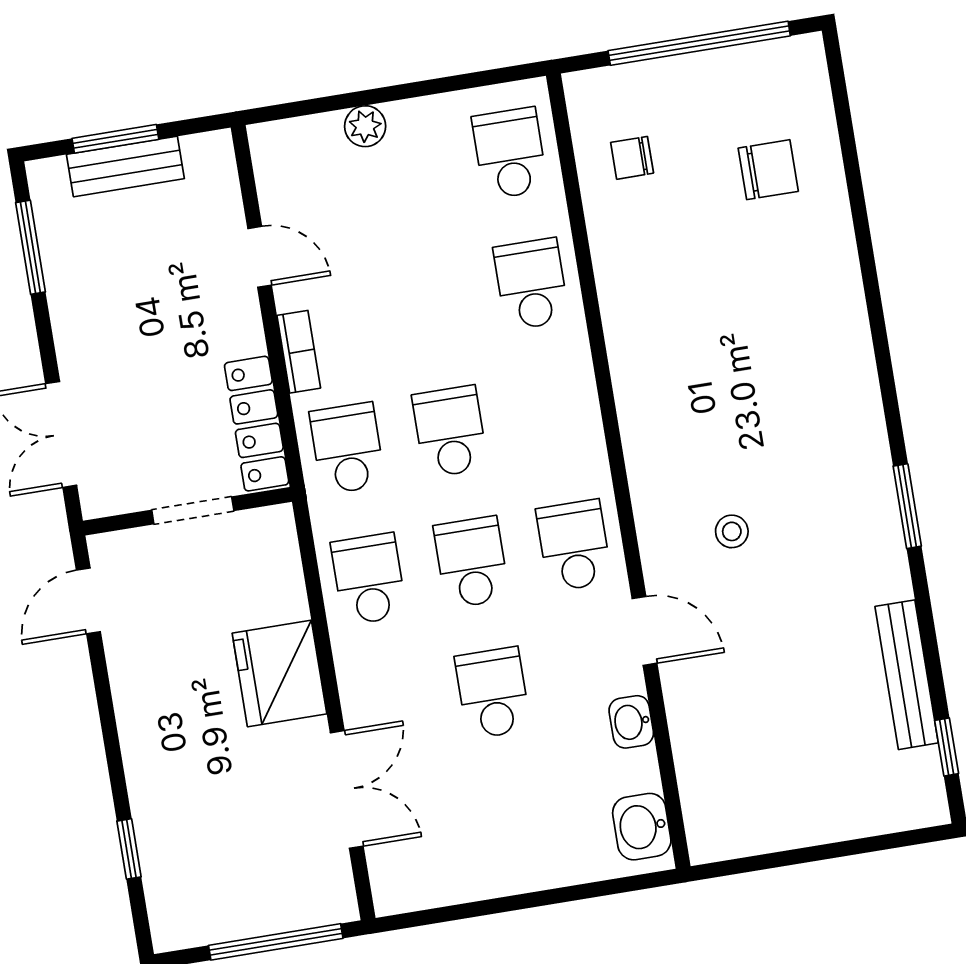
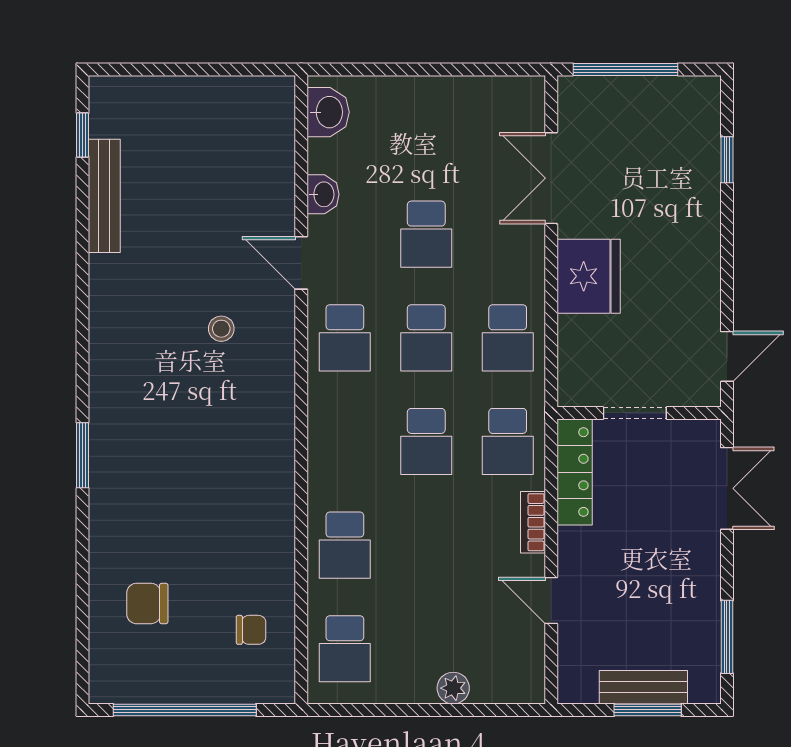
window: (907, 506) -> (83, 455), moved

